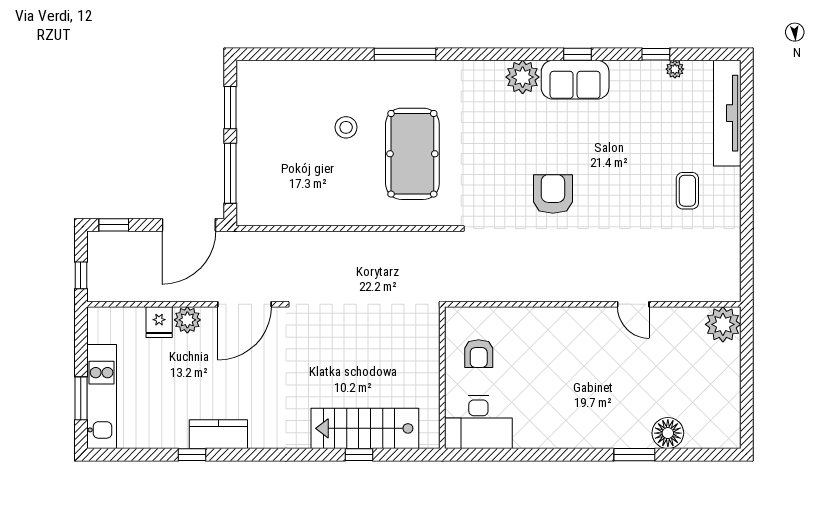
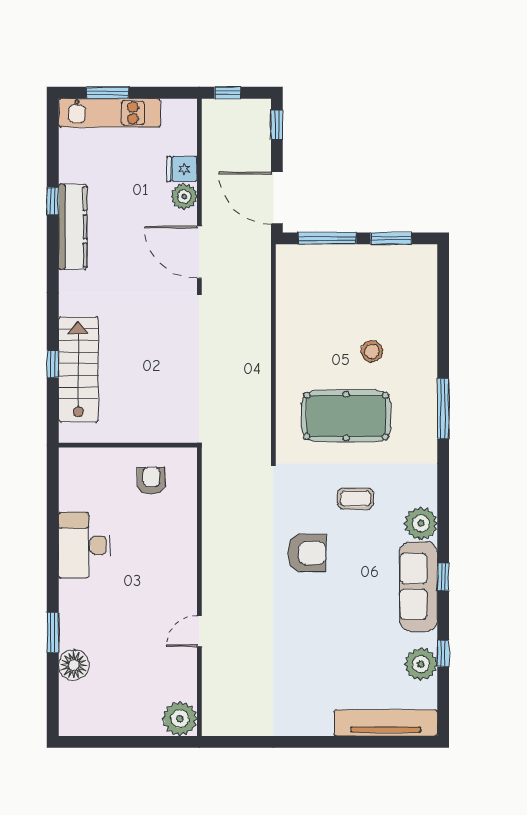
plant: (675, 69) -> (421, 664), width x1.88, depth x1.88
sofa: (575, 80) -> (418, 586), width x1.36
coffee table: (687, 191) -> (355, 499), moved
armchair: (479, 354) -> (151, 481), turned 90
desk: (478, 422) -> (84, 545), moved
kitchen counter: (218, 434) -> (73, 227), width x1.50

